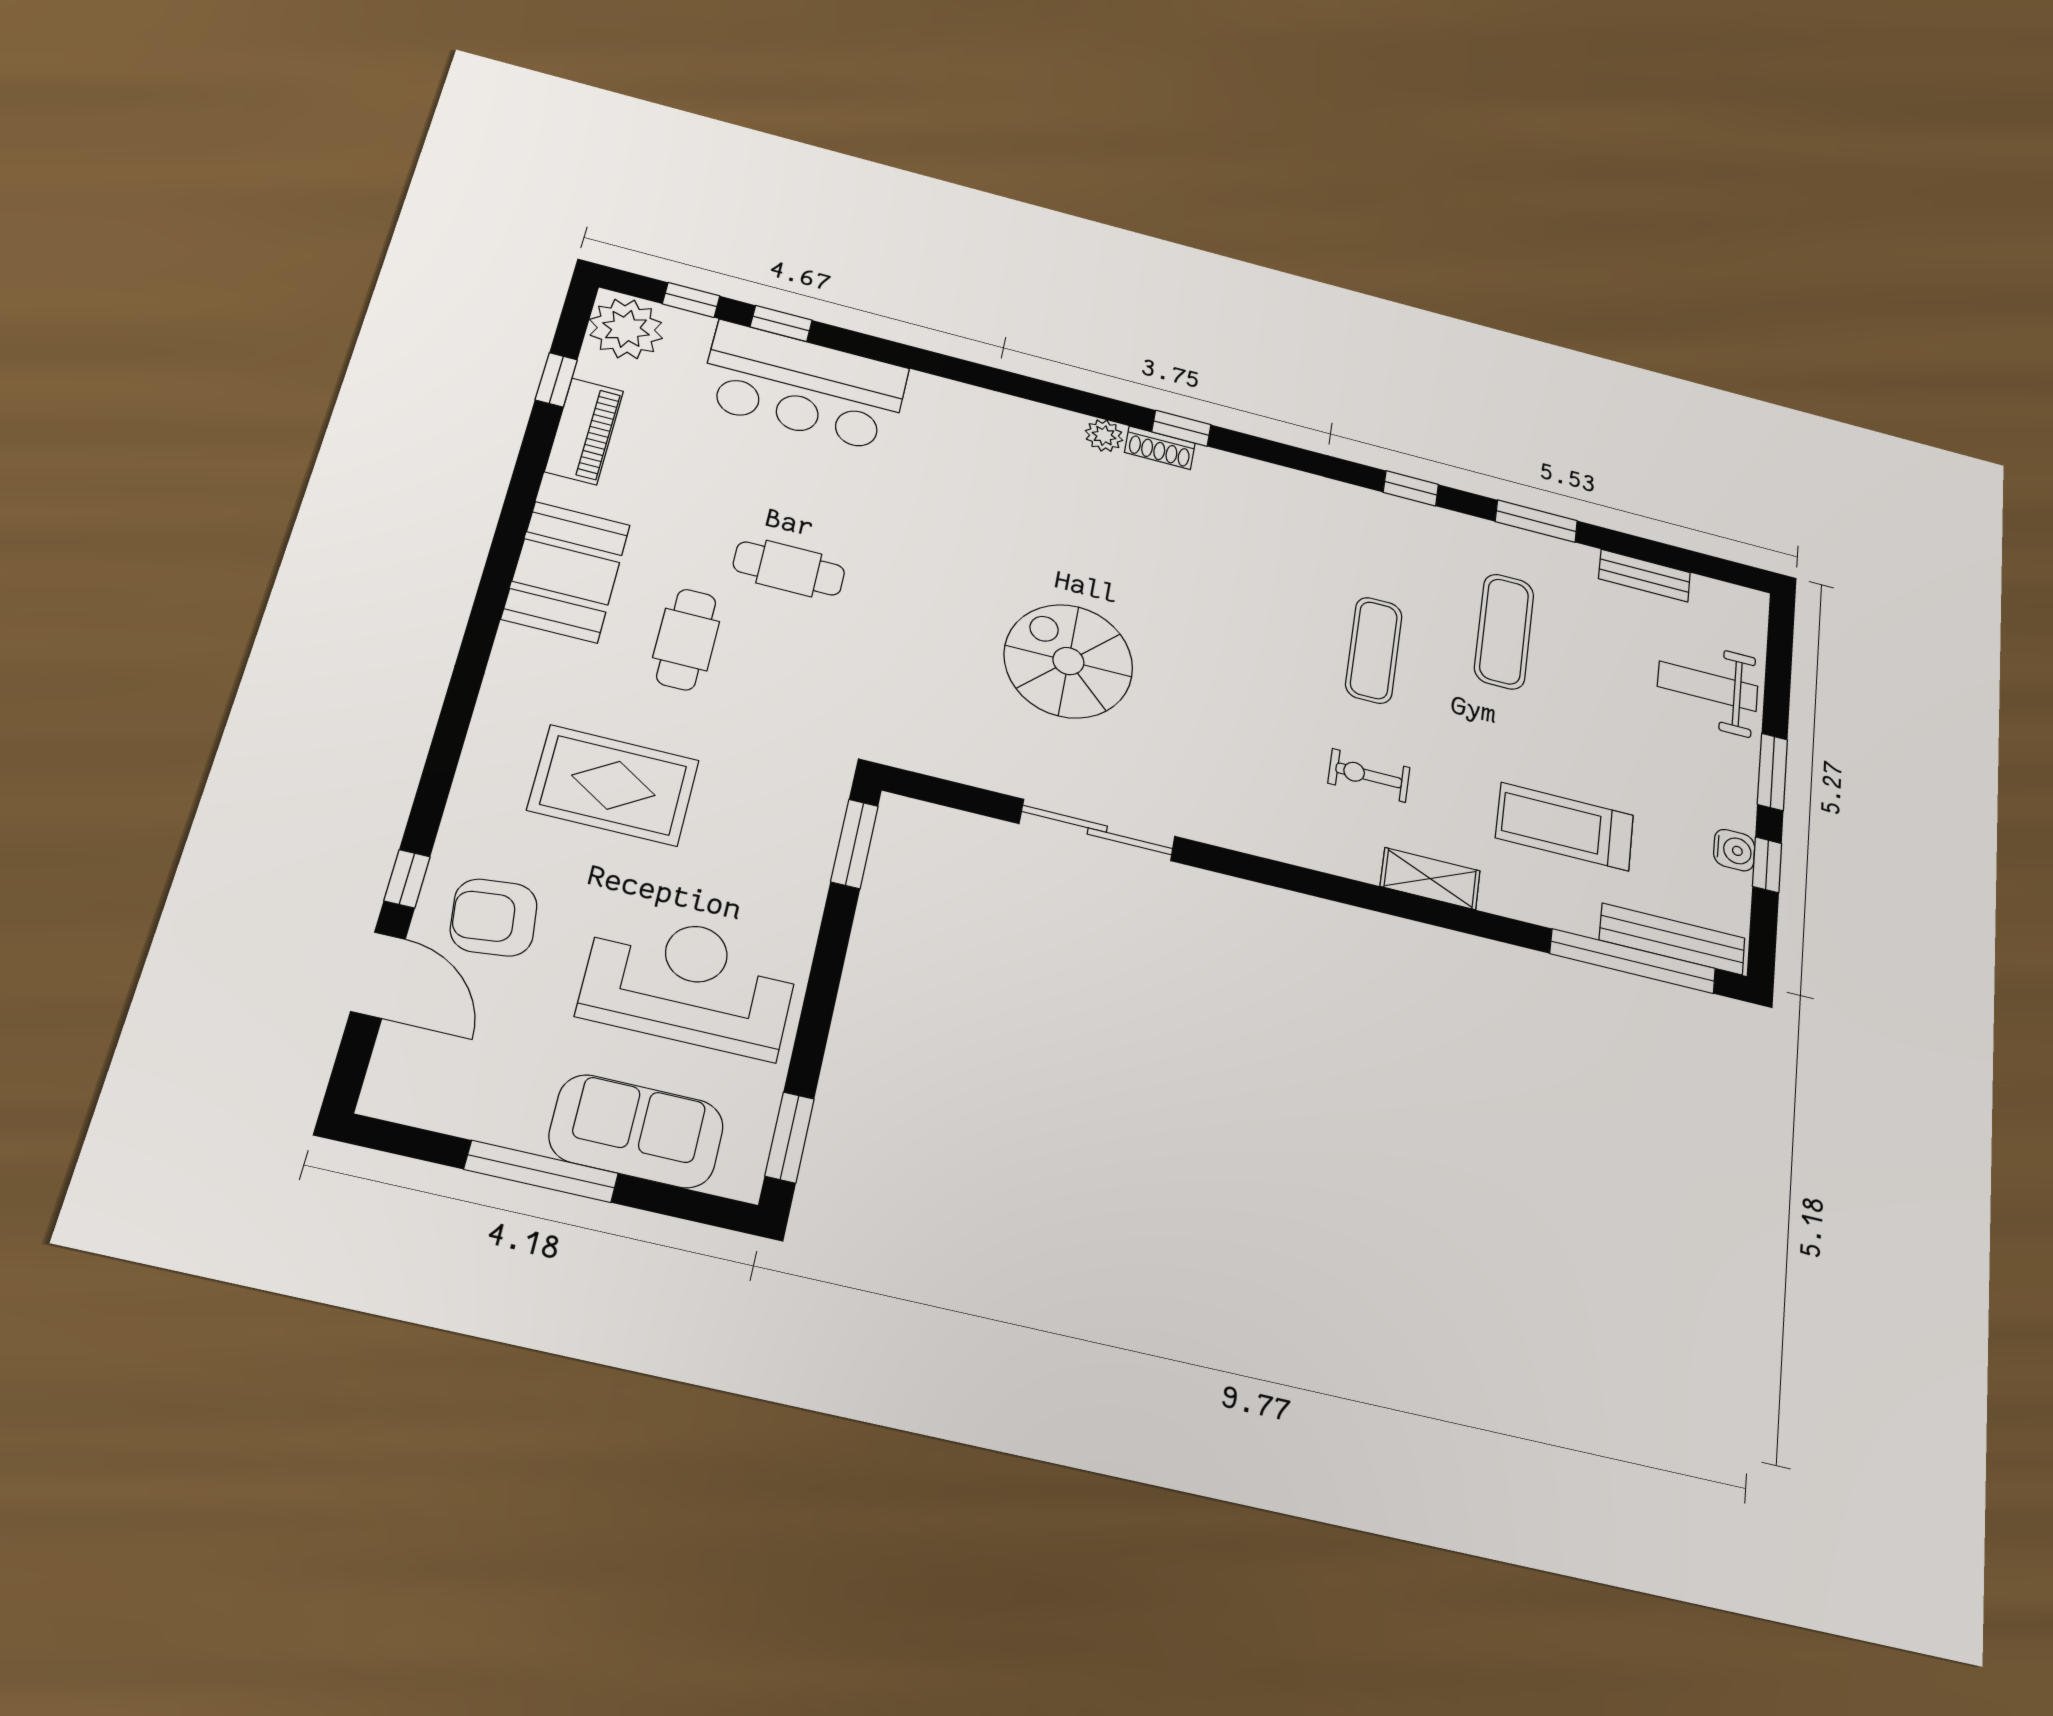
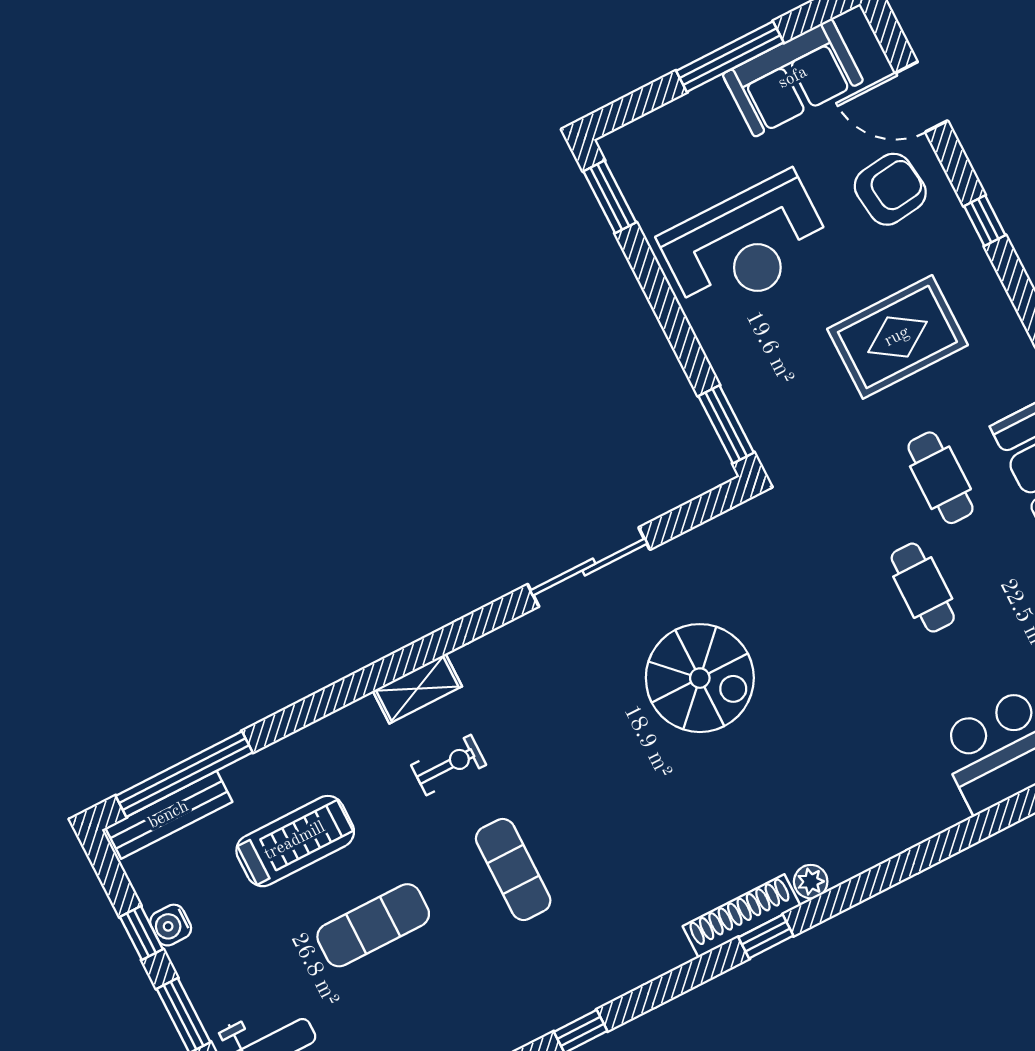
shoe rack: (1160, 448) -> (742, 916), width x1.94, depth x1.24
cafe table: (789, 569) -> (923, 588), turned 90
exercise mat: (1504, 631) -> (373, 925), moved, turned 90
window: (407, 879) -> (985, 221), moved
shelving: (1430, 879) -> (417, 689), moved
sofa: (636, 1131) -> (793, 78), moved

